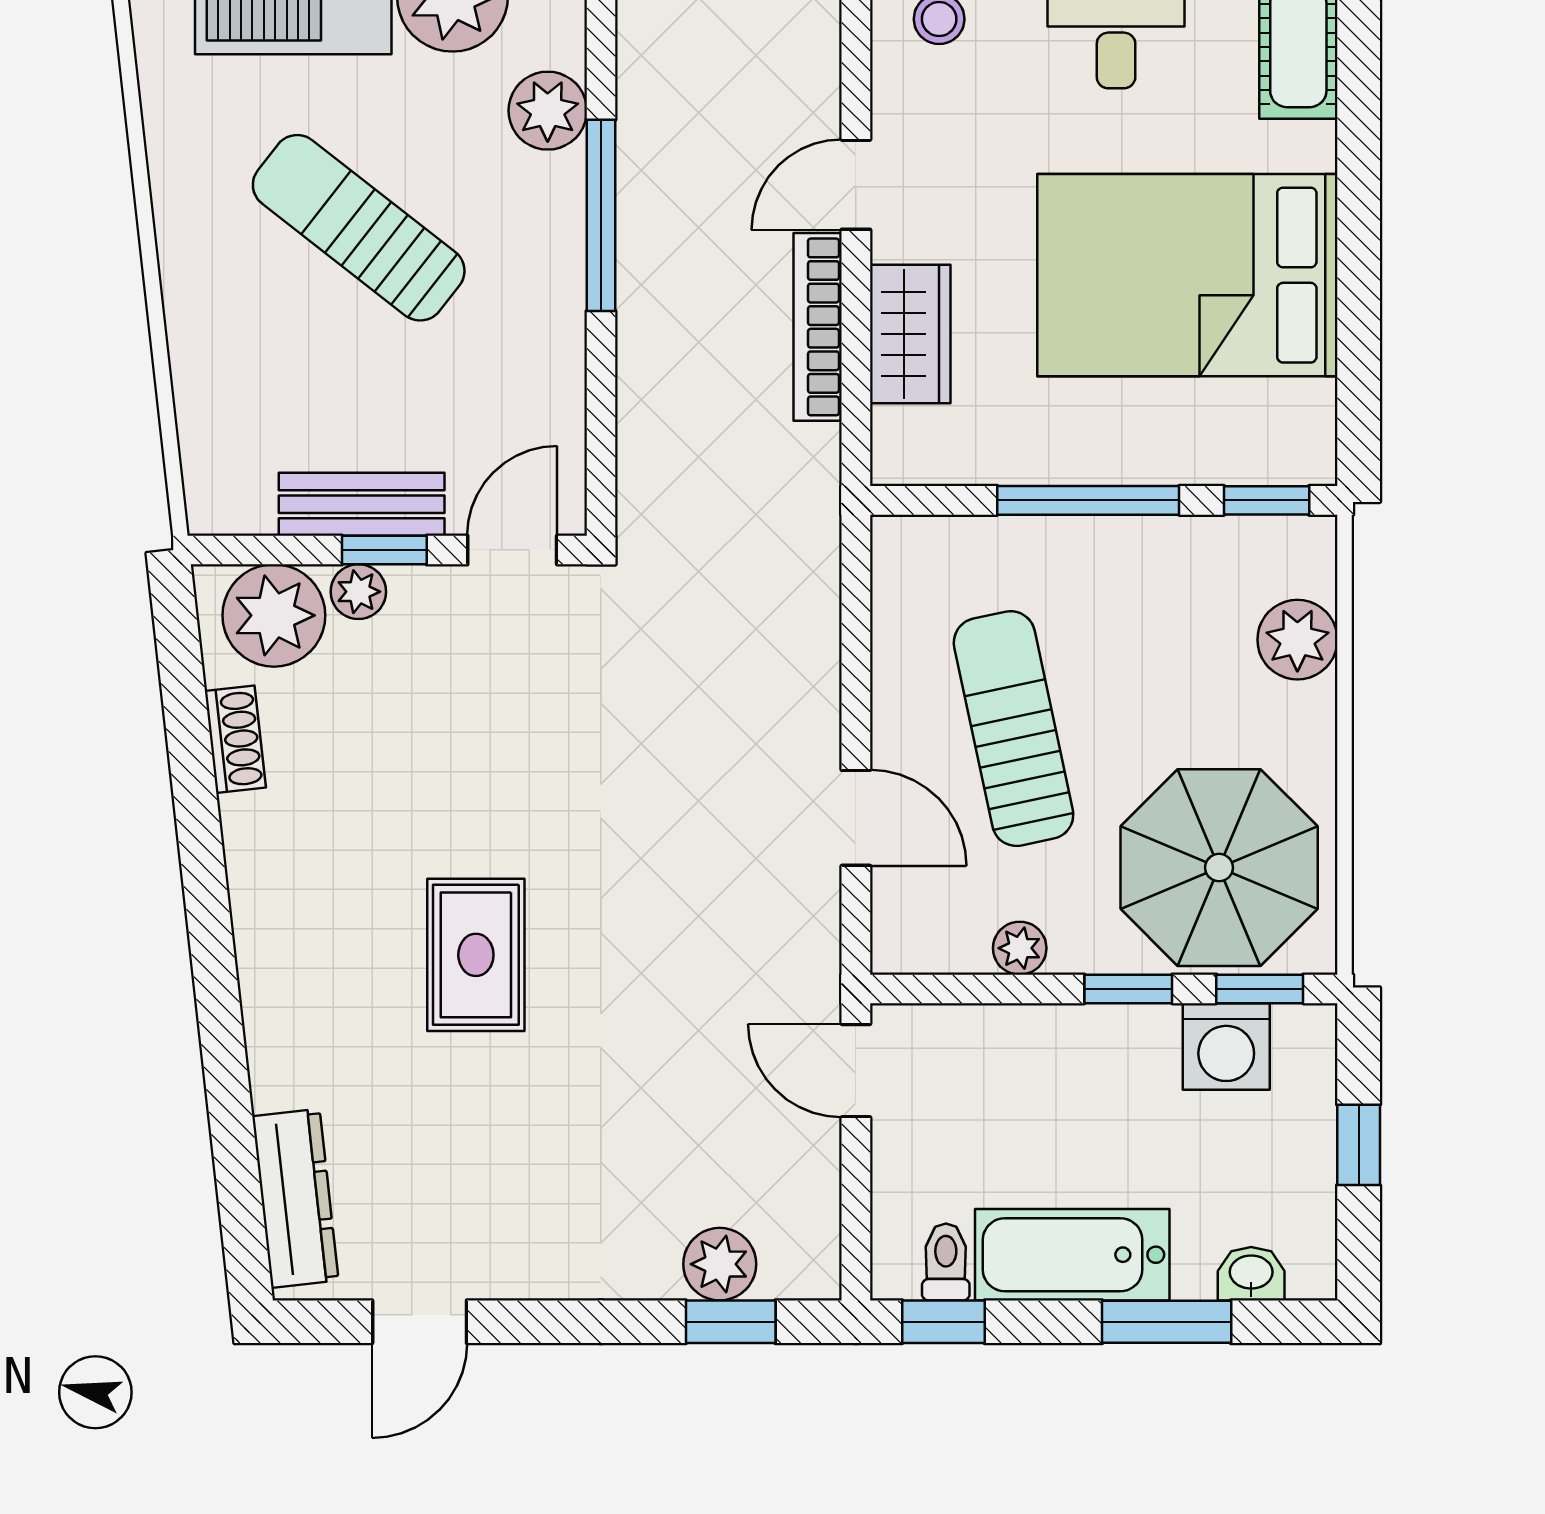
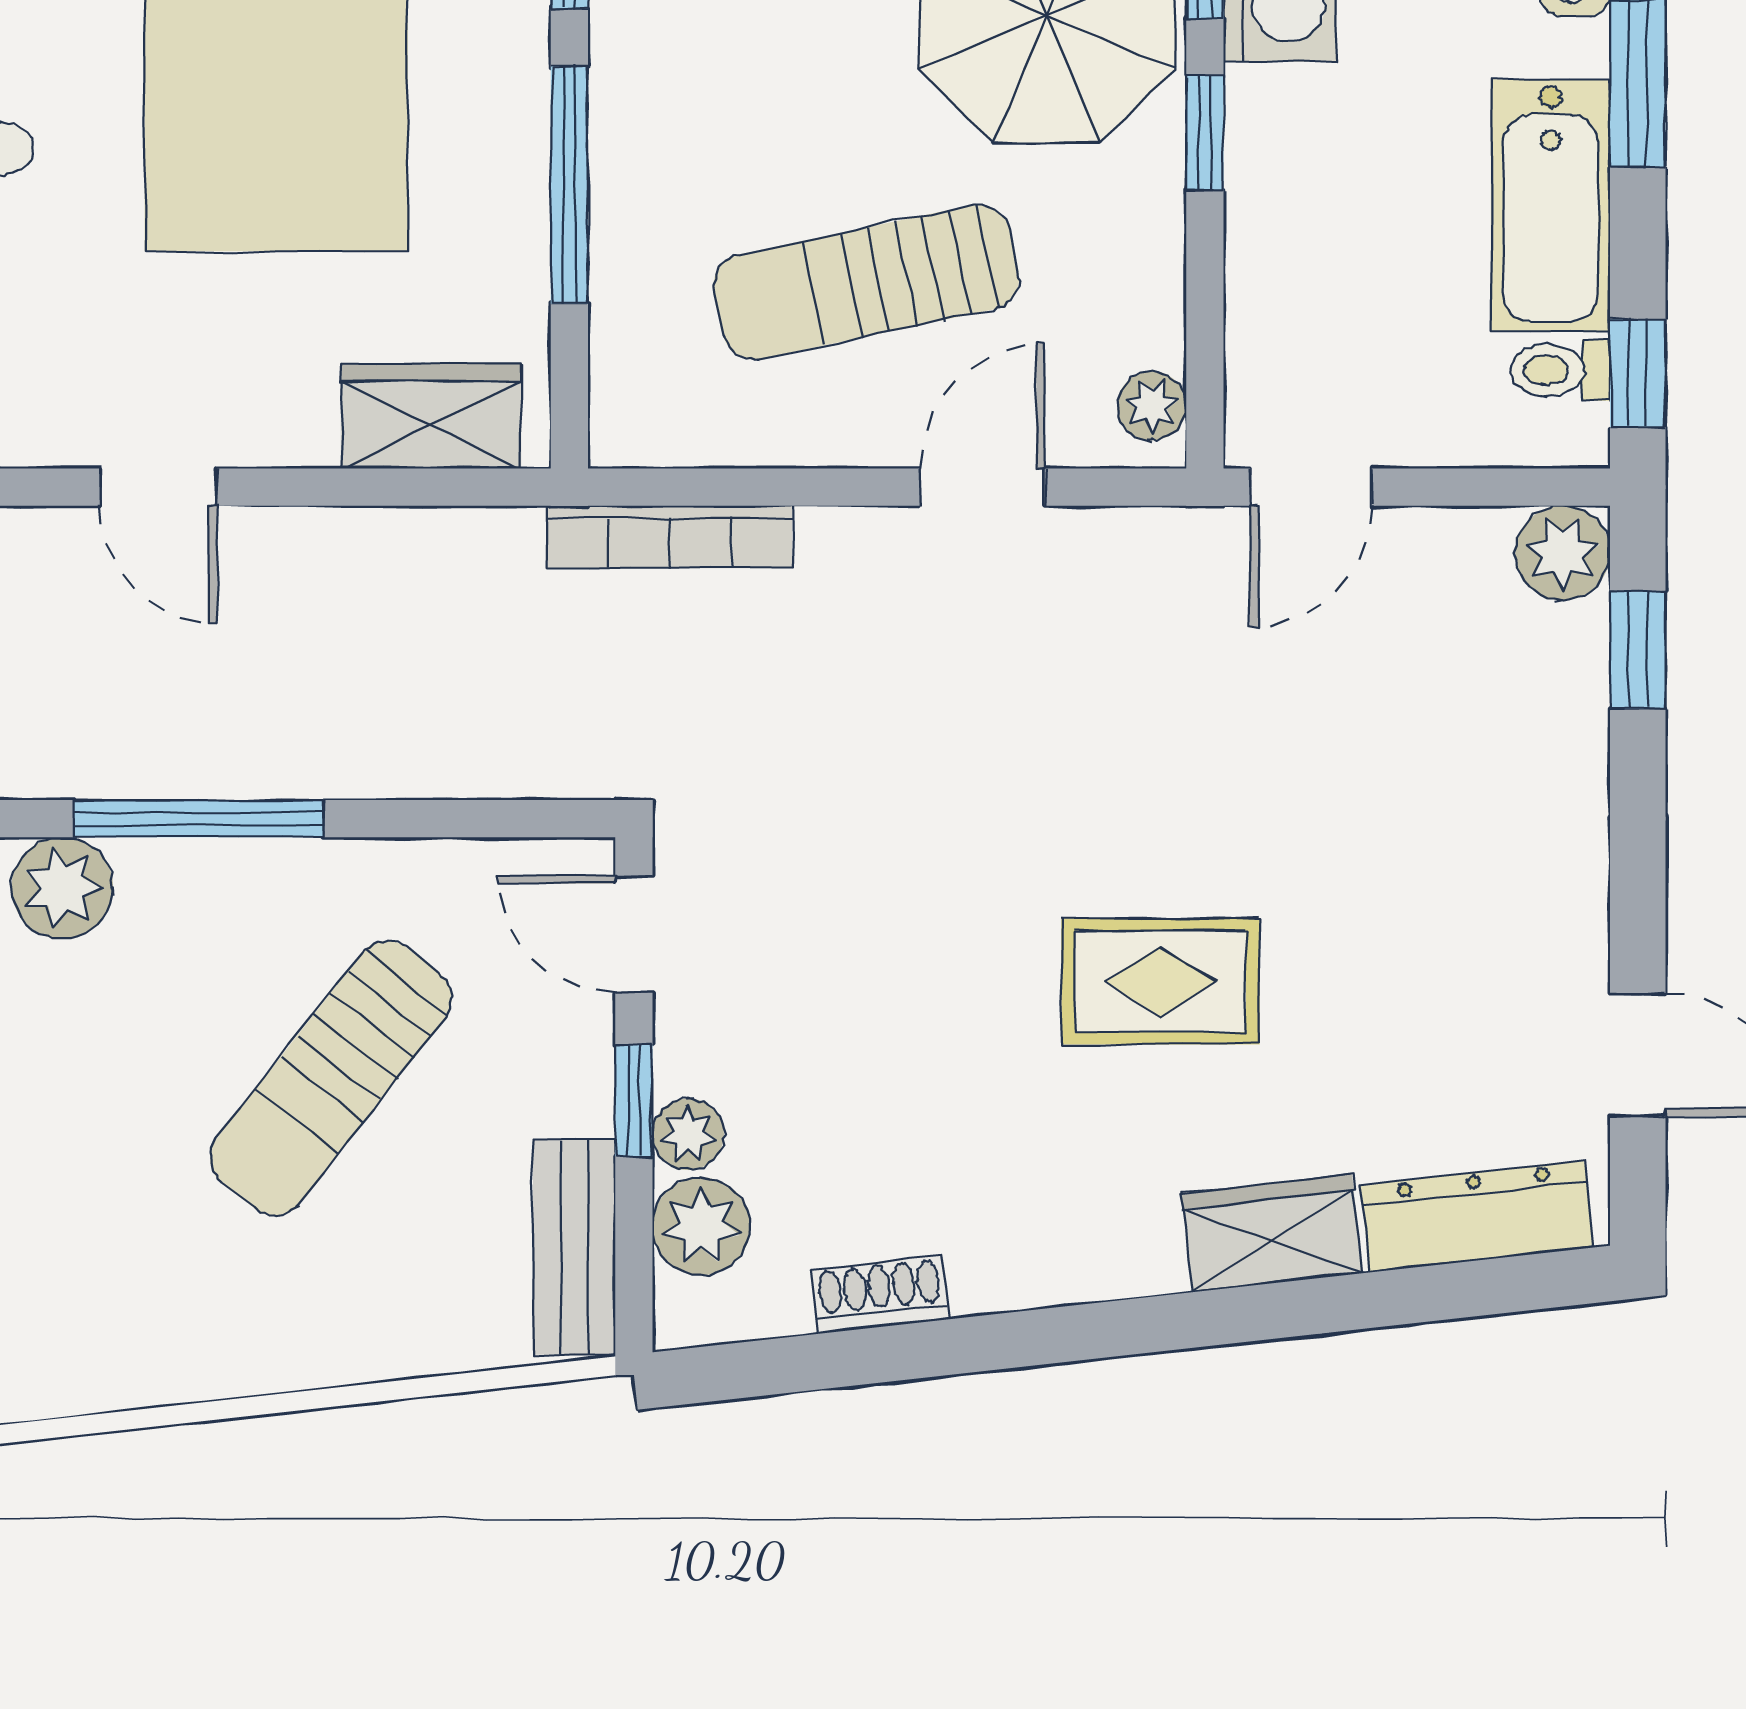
sun lounger: (359, 228) -> (331, 1078), moved
bookcase: (818, 327) -> (669, 537), moved
wardrobe: (910, 334) -> (431, 416), moved
bench: (362, 504) -> (574, 1247), moved
plant: (274, 615) -> (701, 1226), width x0.73, depth x0.73
plant: (1020, 948) -> (1152, 406), moved
wardrobe: (282, 1041) -> (1272, 1233), added
plant: (720, 1264) -> (1563, 553), moved

